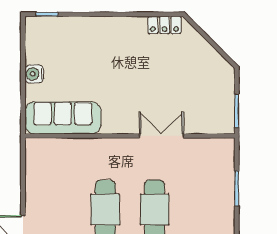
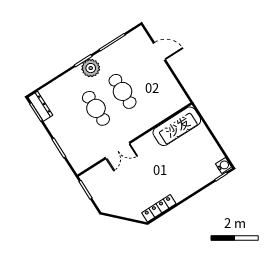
locker: (164, 25) -> (159, 208), width x1.53
water cooler: (34, 74) -> (224, 165), moved

